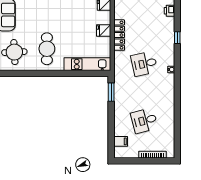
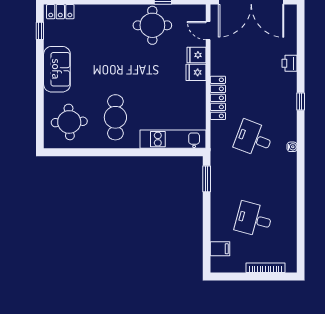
fridge: (104, 30) -> (196, 72), moved
desk: (144, 64) -> (254, 139), turned 33
desk: (144, 121) -> (254, 219), turned 30

